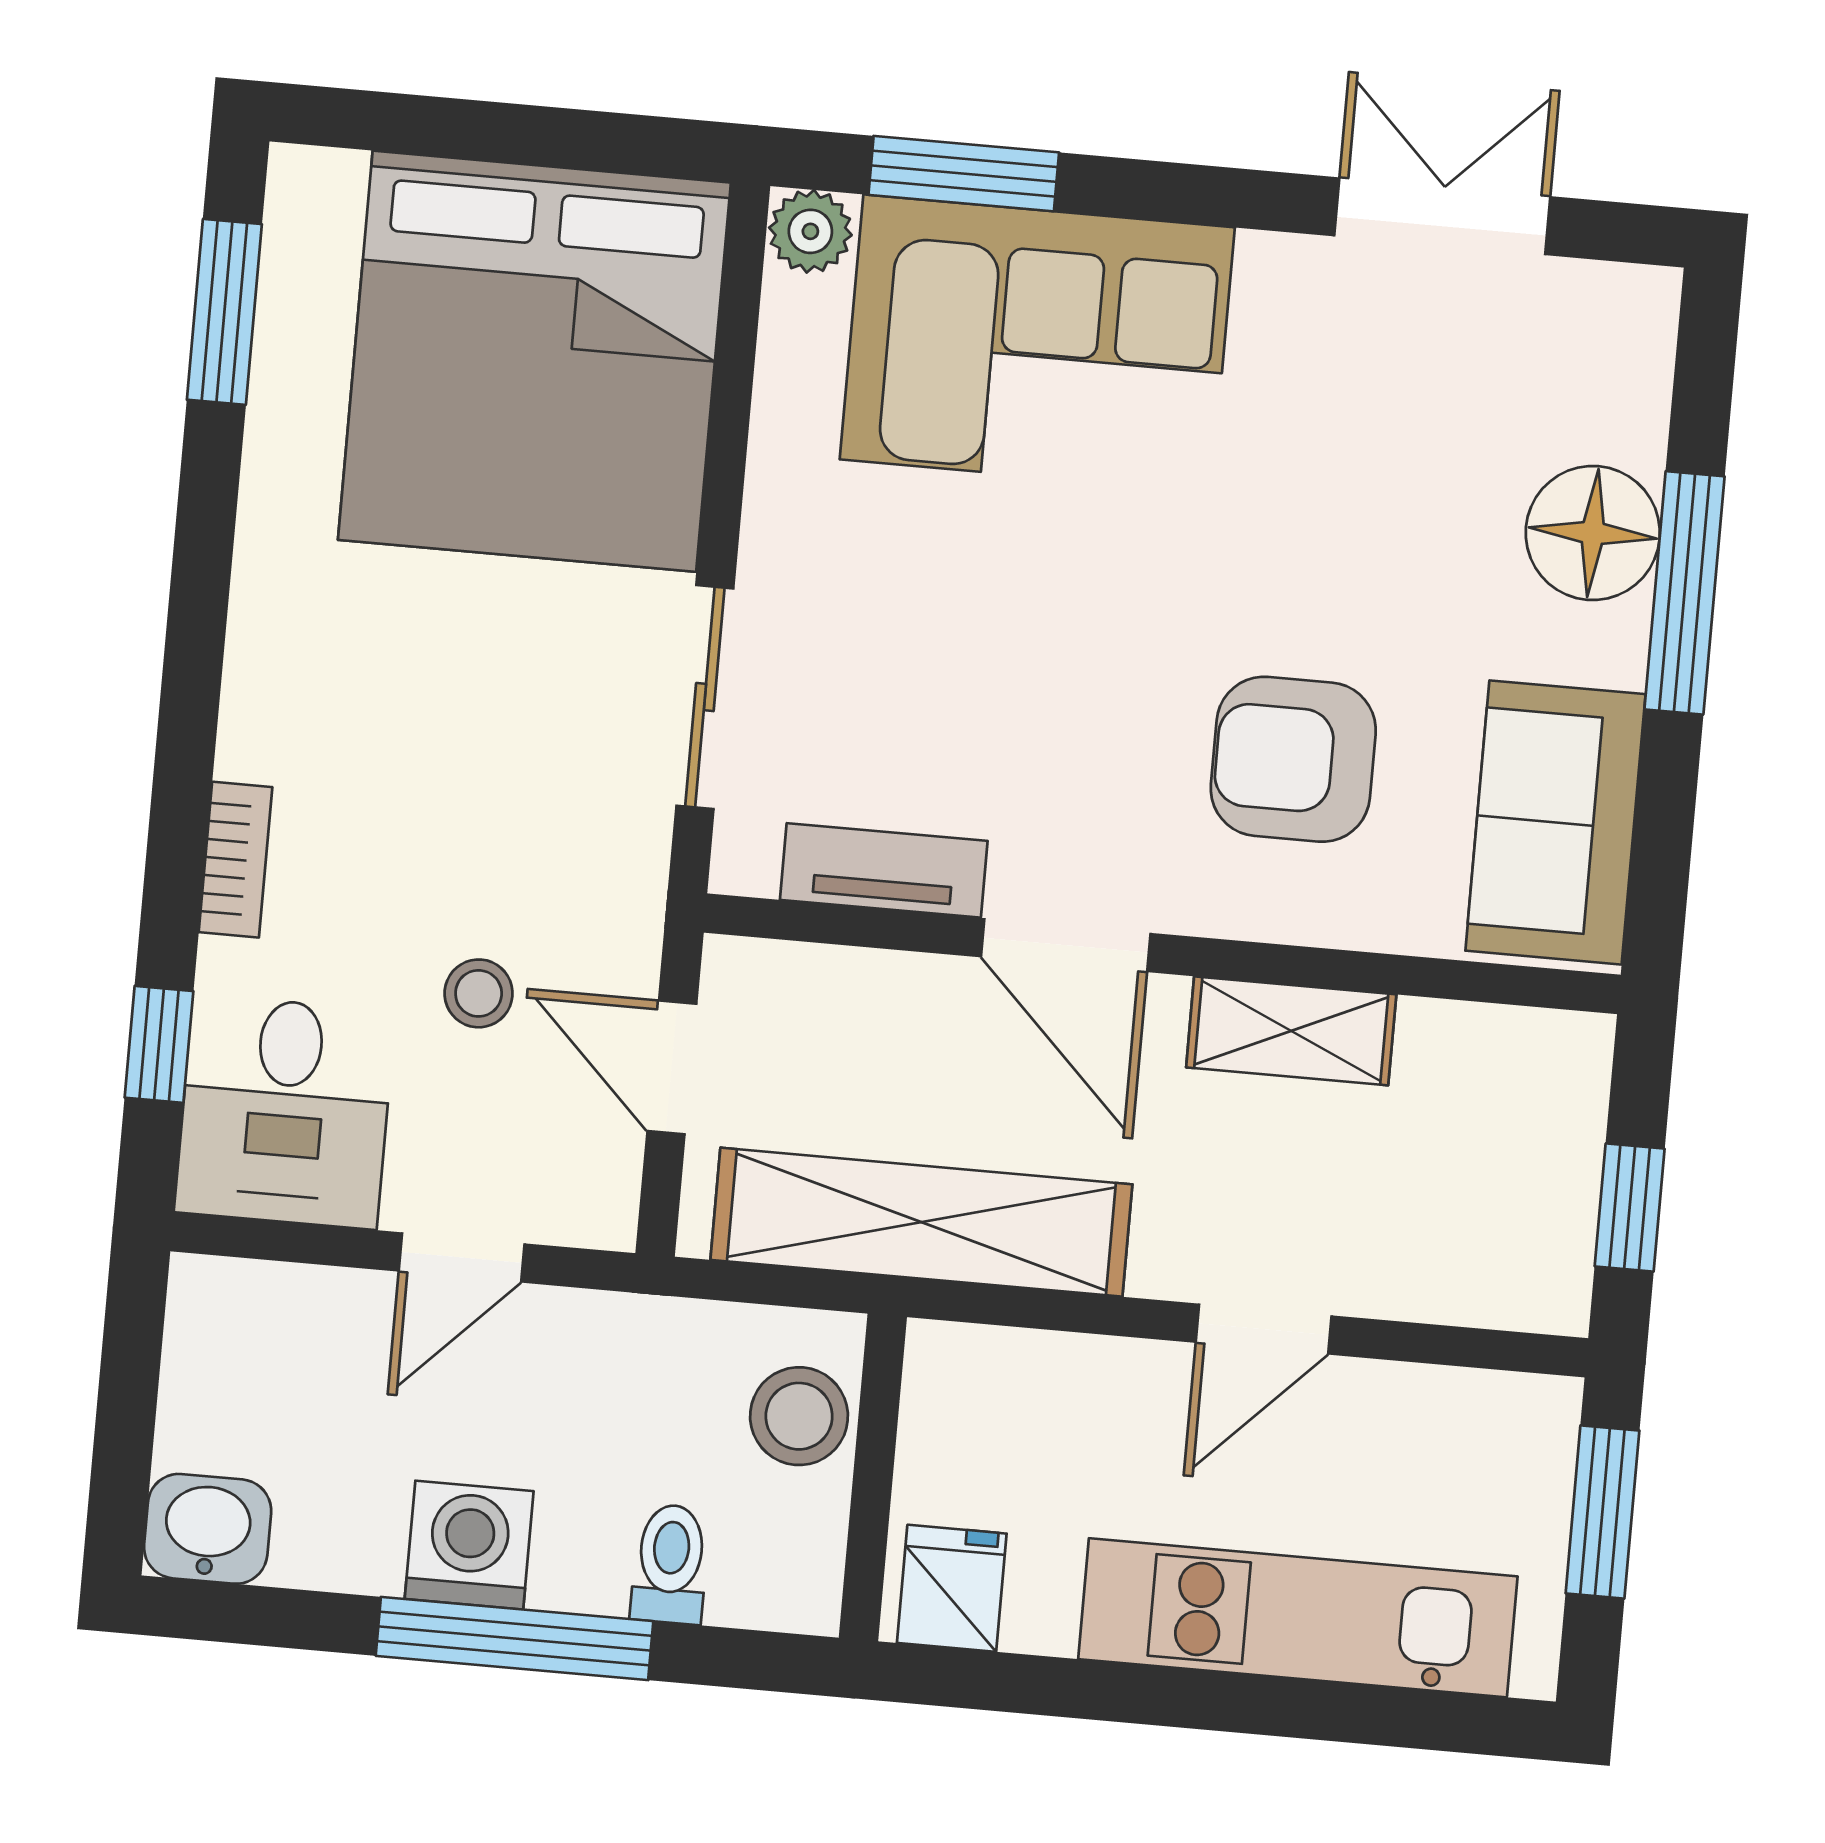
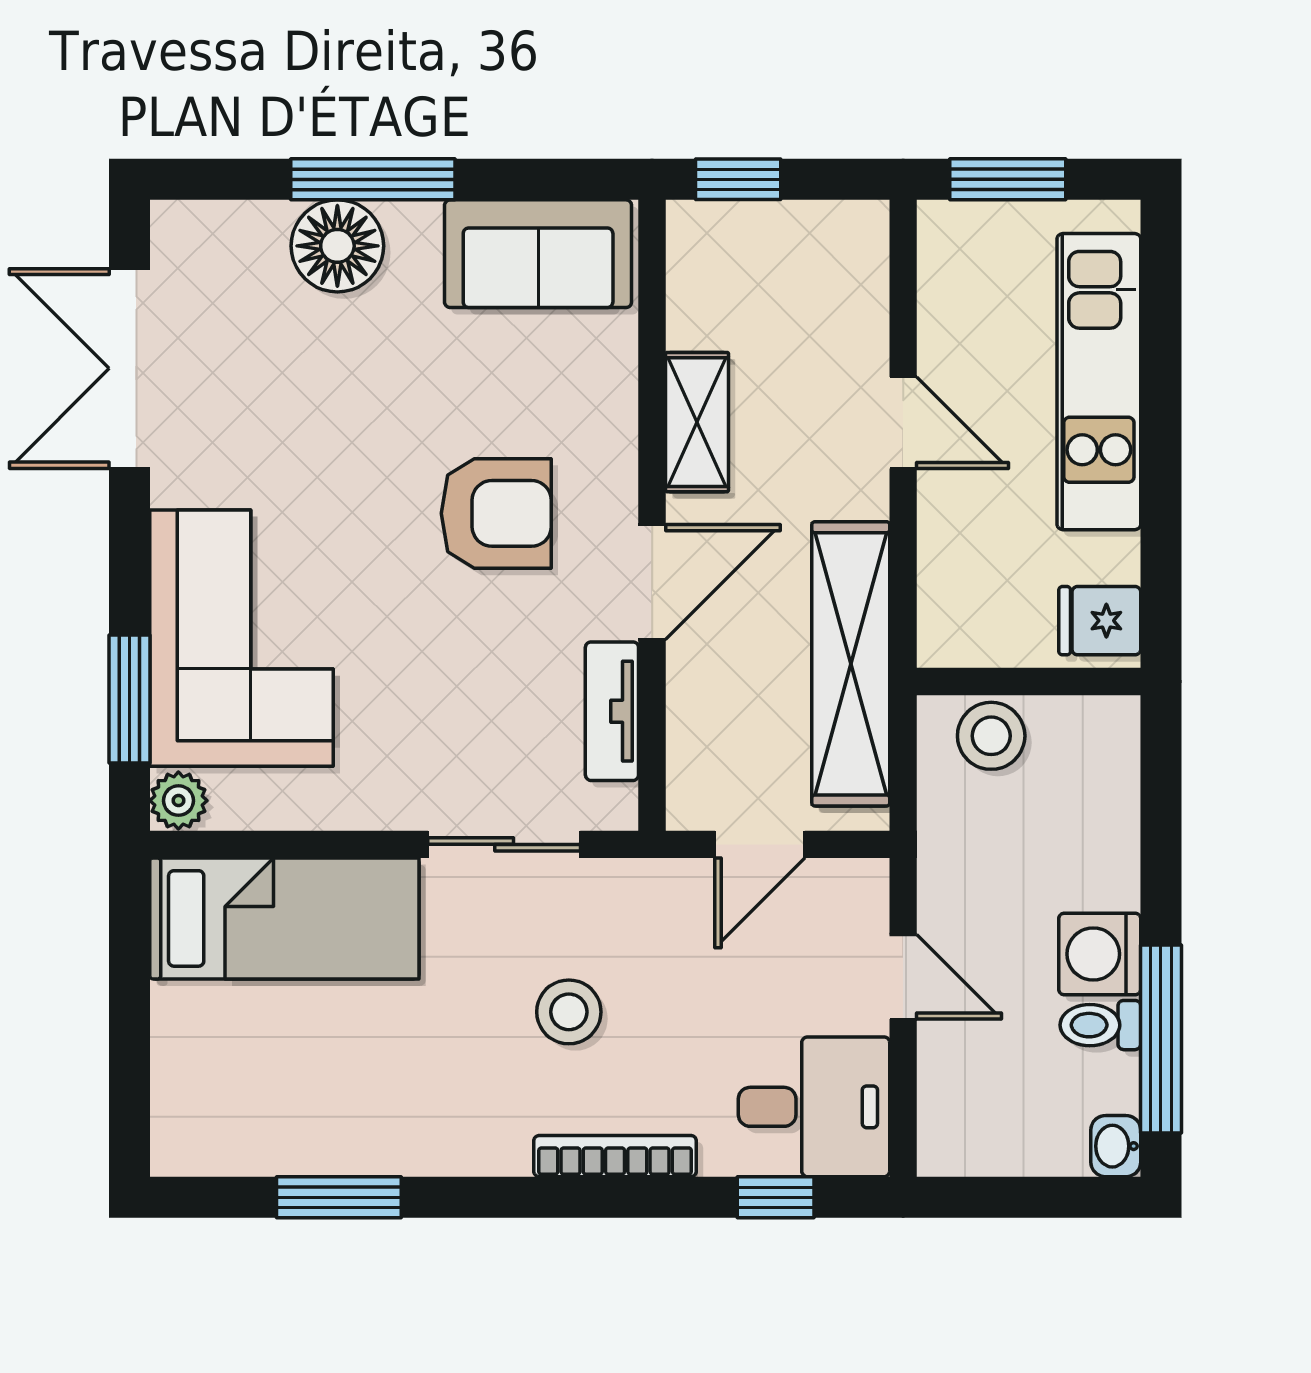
double door: (1442, 216) -> (130, 368), width x1.37
window: (224, 312) -> (339, 1197), moved
bed: (534, 361) -> (284, 918), width x0.49
armchair: (1293, 759) -> (496, 513), moved, turned -90
bookcase: (236, 860) -> (615, 1156), width x1.56
stool: (479, 993) -> (569, 1012), moved, width x1.37, depth x1.37
window: (1630, 1207) -> (738, 179), moved
washbasin: (208, 1529) -> (1116, 1146), width x0.72, depth x0.69
toilet: (670, 1564) -> (1100, 1025), moved
window: (515, 1638) -> (1161, 1039), moved

